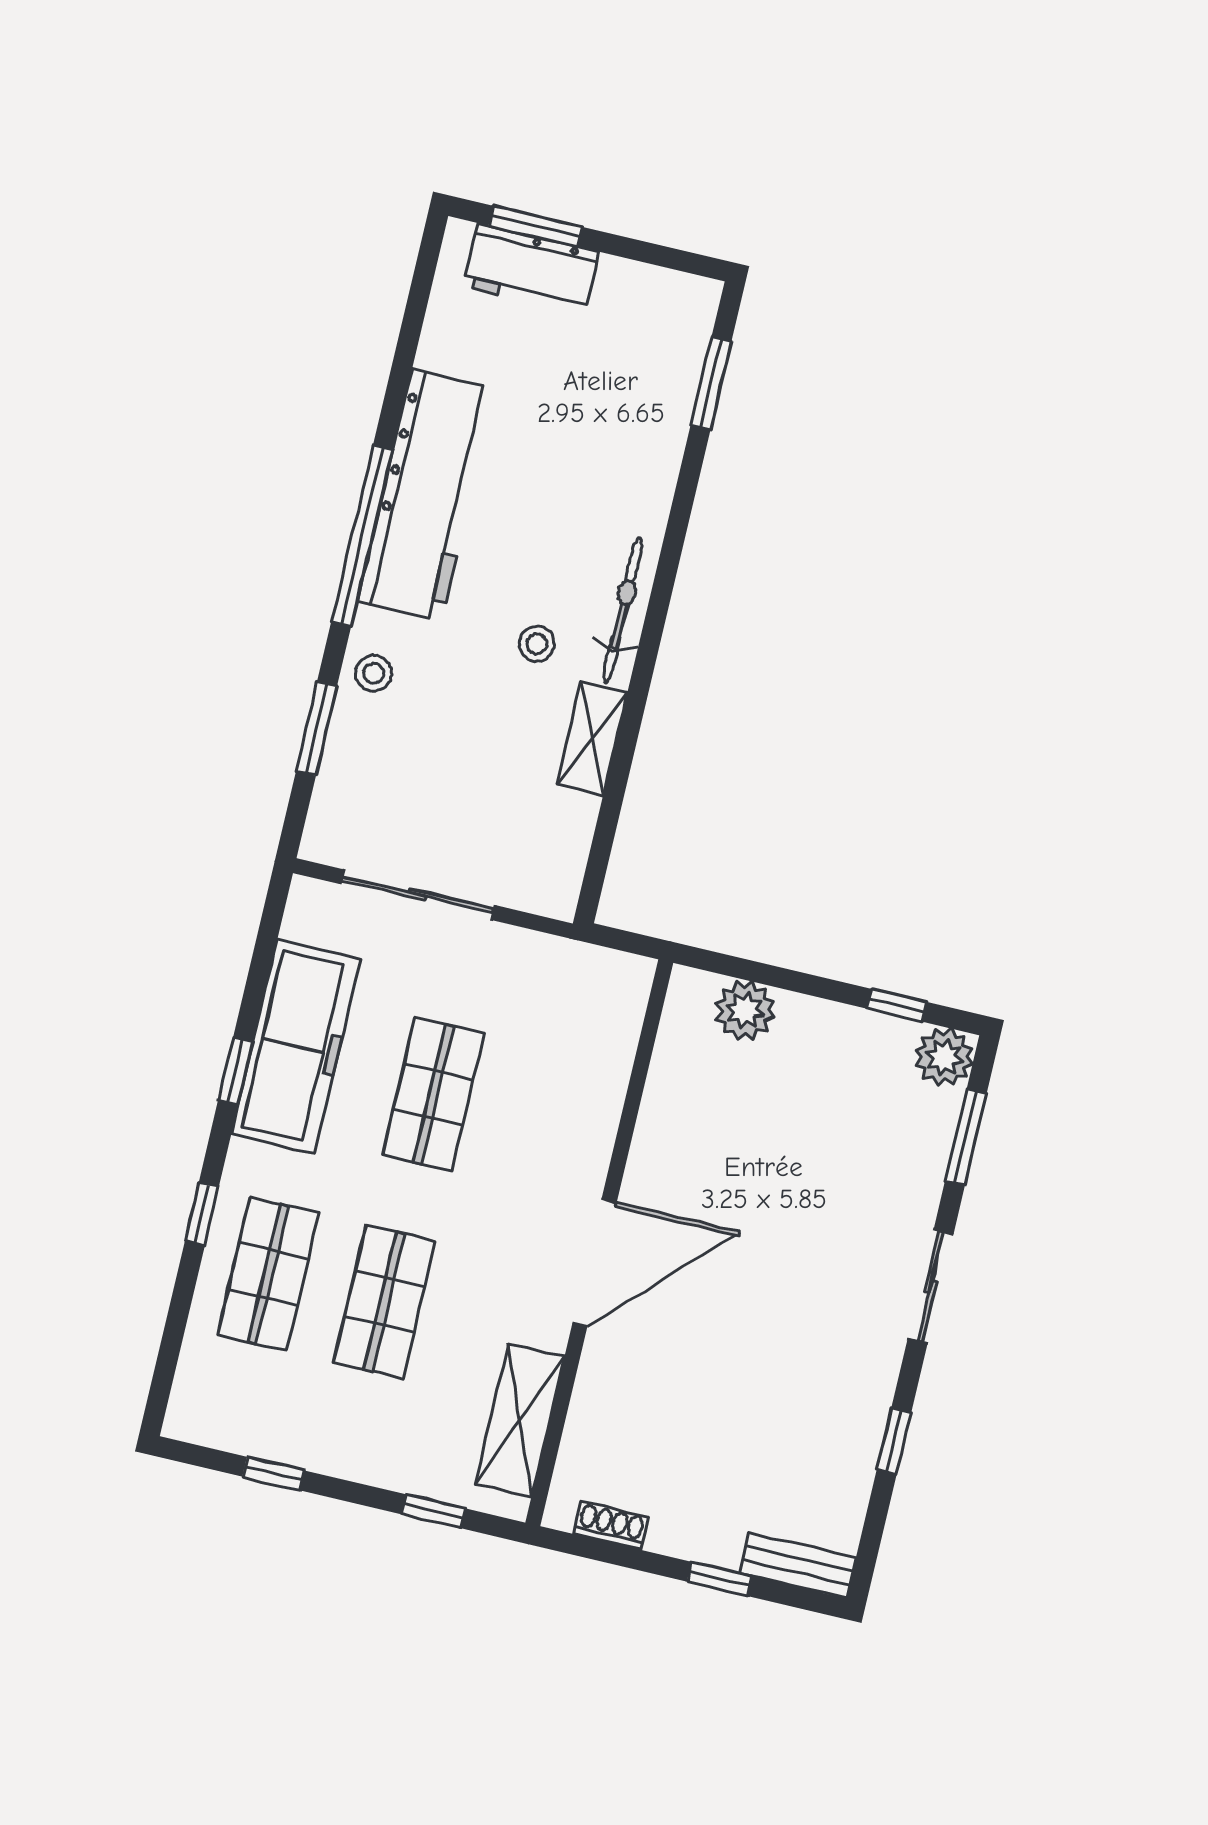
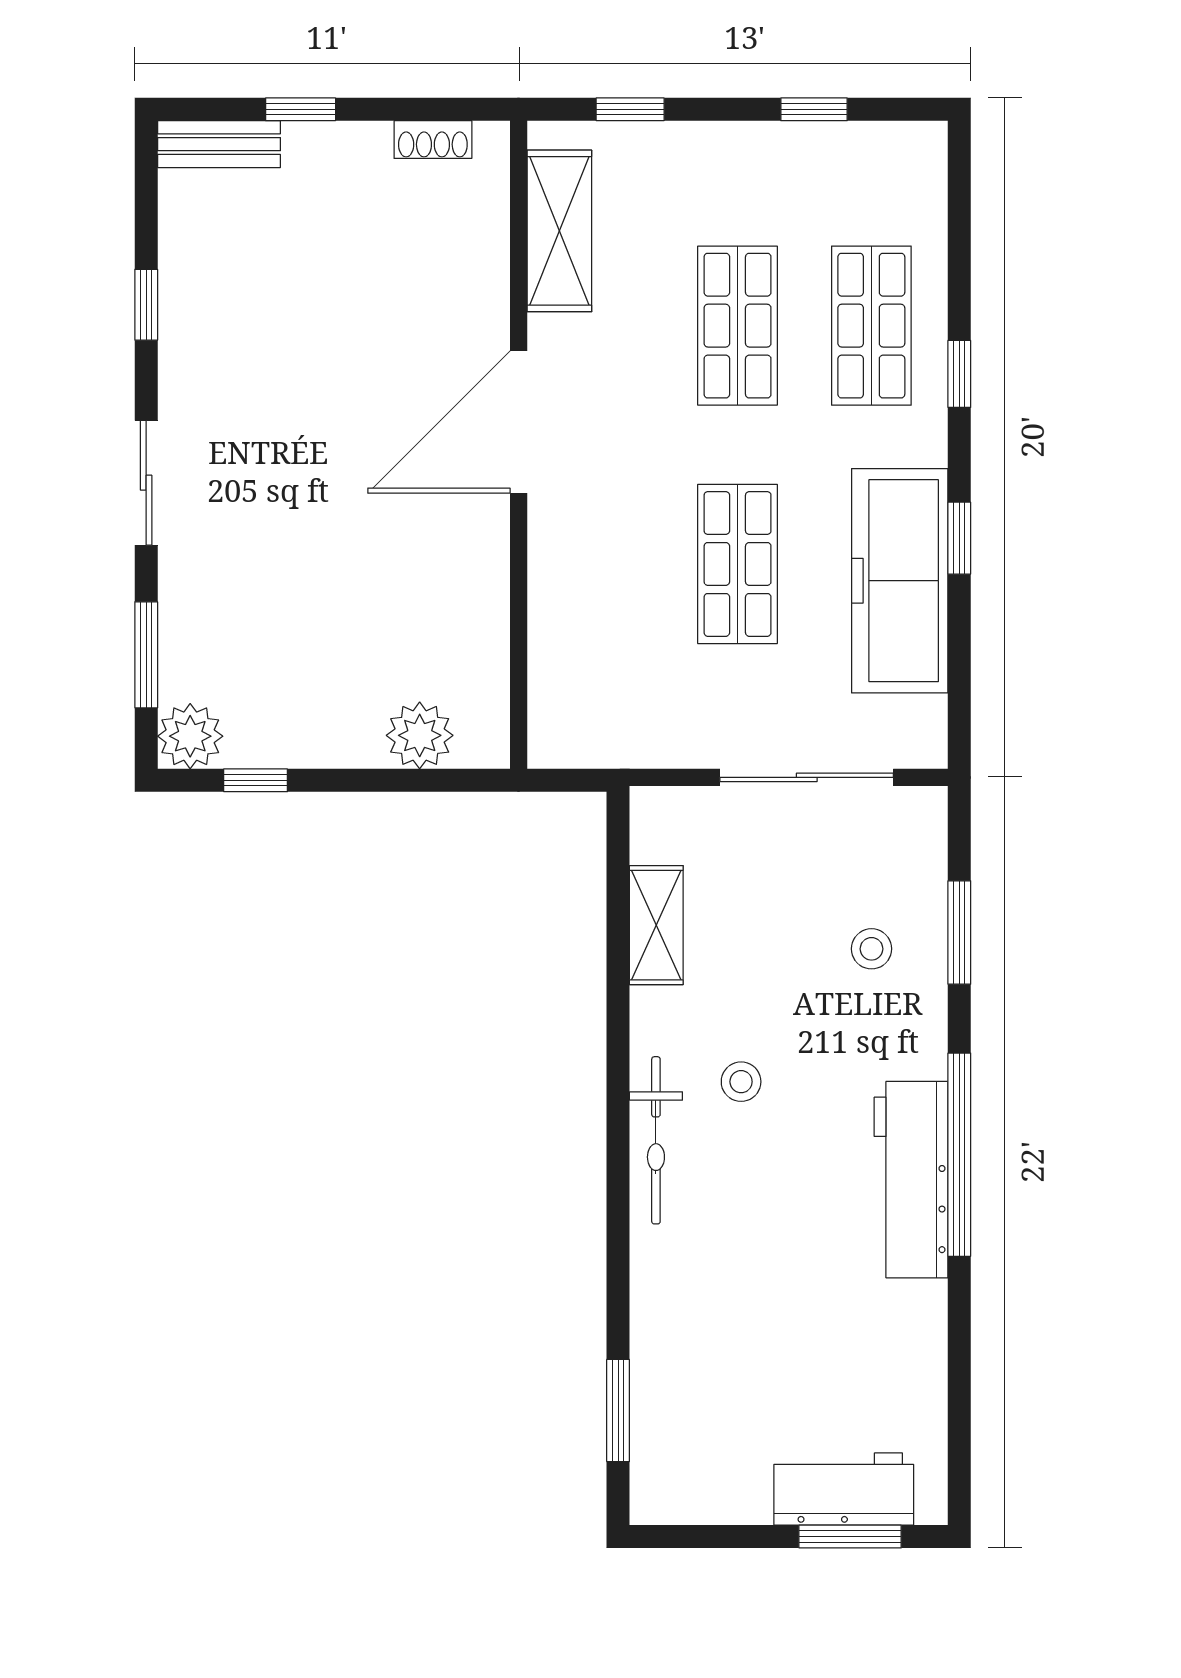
workbench: (427, 495) -> (911, 1180), width x0.73, depth x0.76
stool: (374, 673) -> (871, 949), moved
shelving: (592, 738) -> (656, 925), moved

